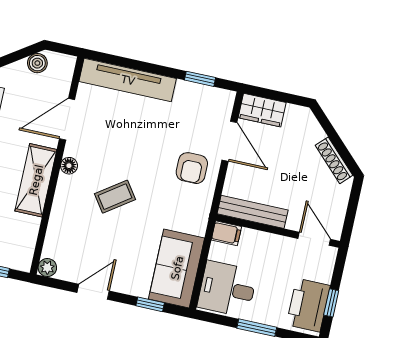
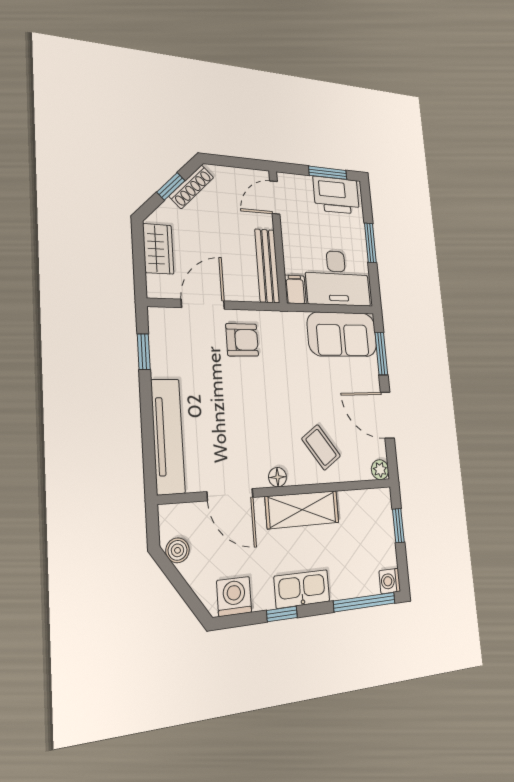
wardrobe: (262, 110) -> (158, 249), moved
window: (337, 141) -> (171, 186), added
coffee table: (115, 197) -> (321, 447), moved
desk: (227, 289) -> (337, 278), width x1.37
door: (93, 292) -> (387, 415), width x1.38
window: (331, 303) -> (328, 173), width x1.50
window: (150, 304) -> (381, 354), width x1.50

